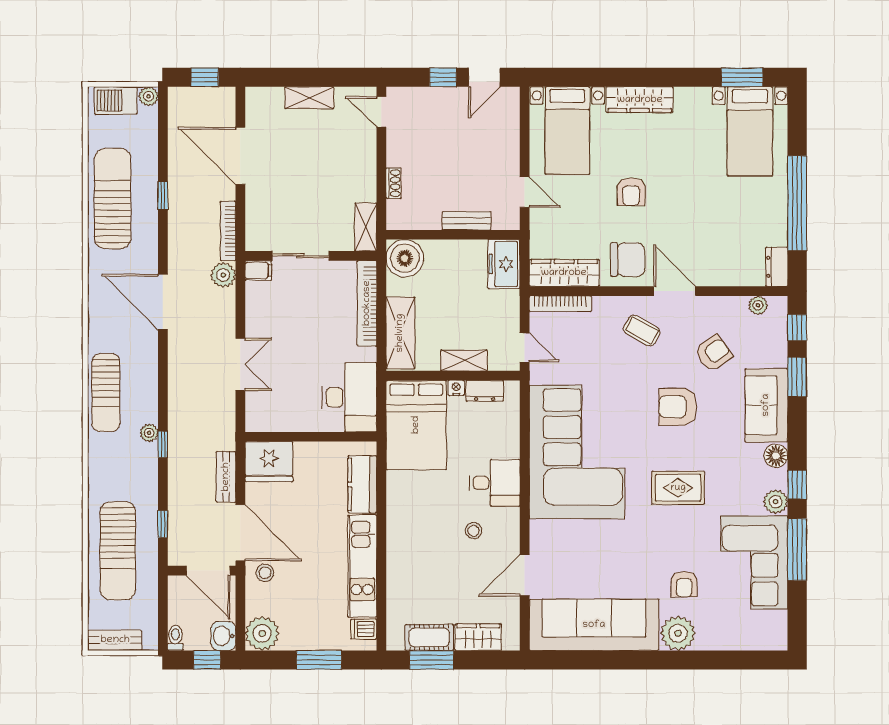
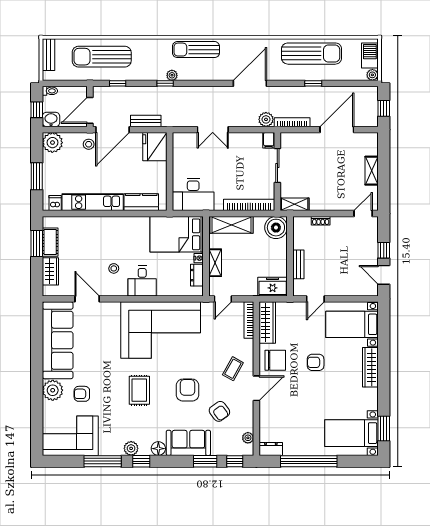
chair: (628, 259) -> (275, 360), turned -90
corner sofa: (754, 562) -> (70, 436), moved

